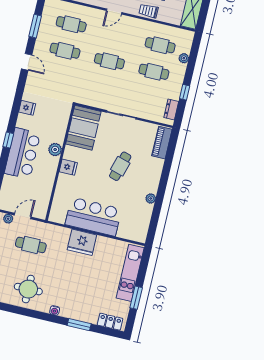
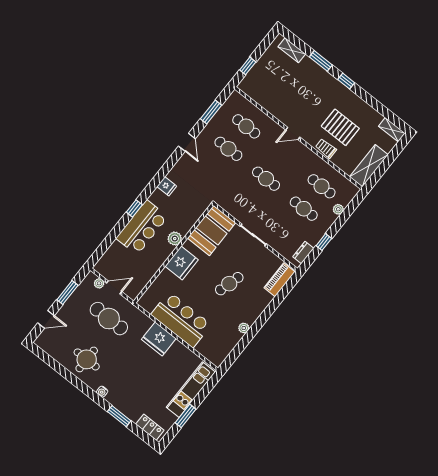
fridge: (68, 167) -> (182, 263), width x1.88, depth x1.34
cafe table: (31, 245) -> (109, 319), width x1.37, depth x1.35

